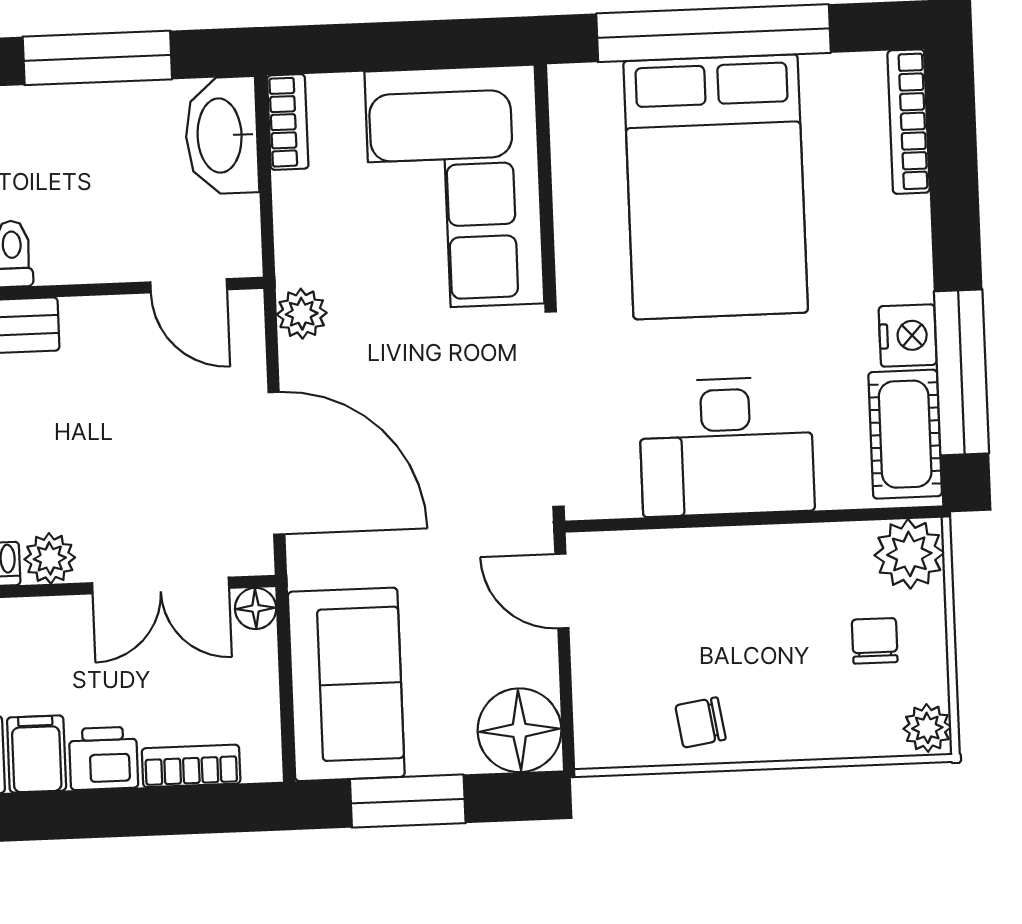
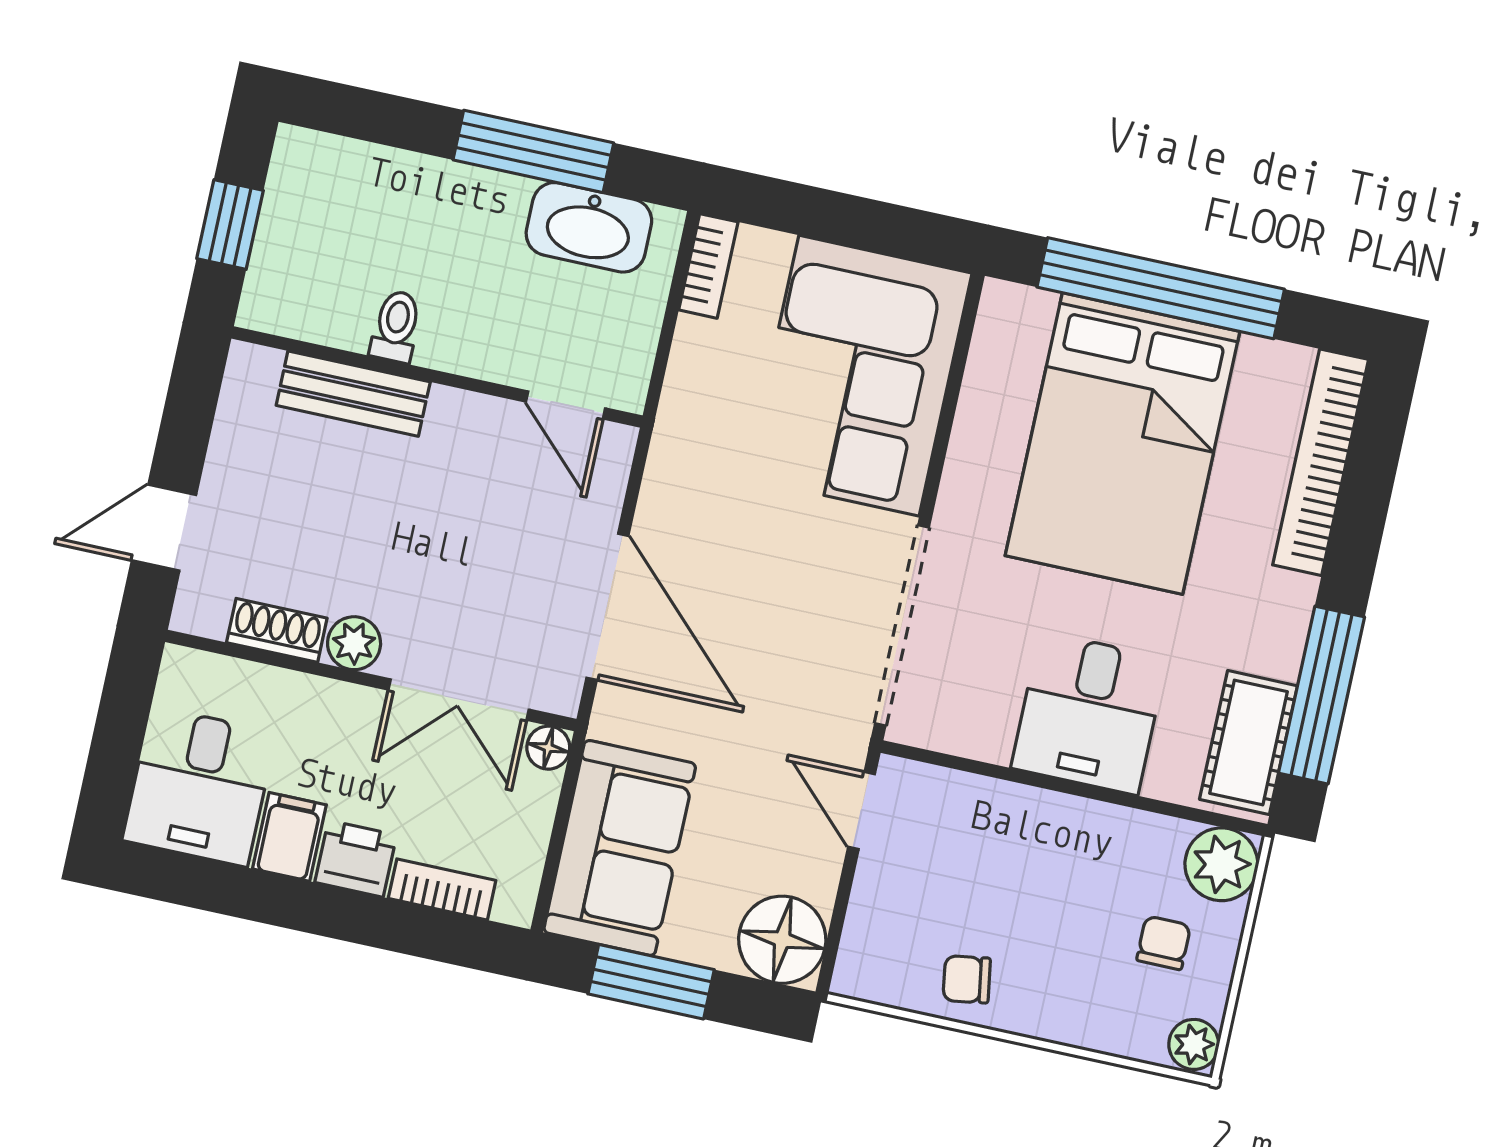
bookcase: (909, 122) -> (1321, 462), width x1.48, depth x1.31
washbasin: (222, 135) -> (589, 227), moved, turned -90
plant: (302, 314) -> (672, 463), removed
nightstand: (908, 336) -> (1277, 644), removed
desk: (726, 446) -> (1089, 713), width x0.73

